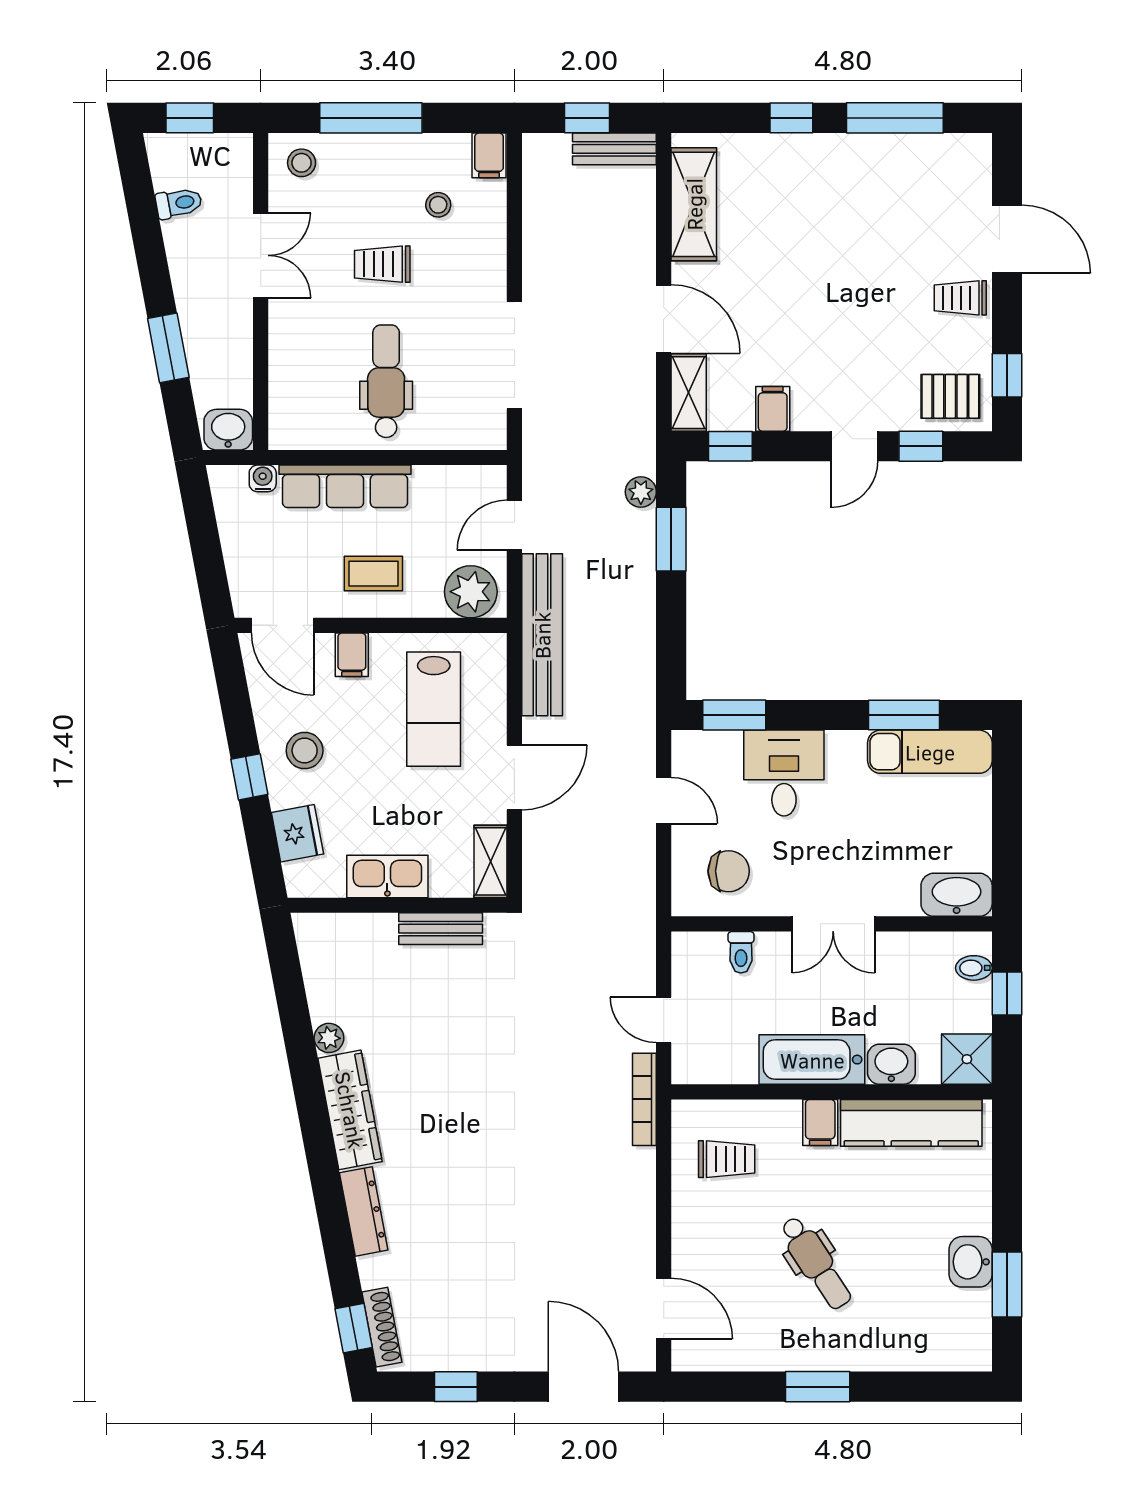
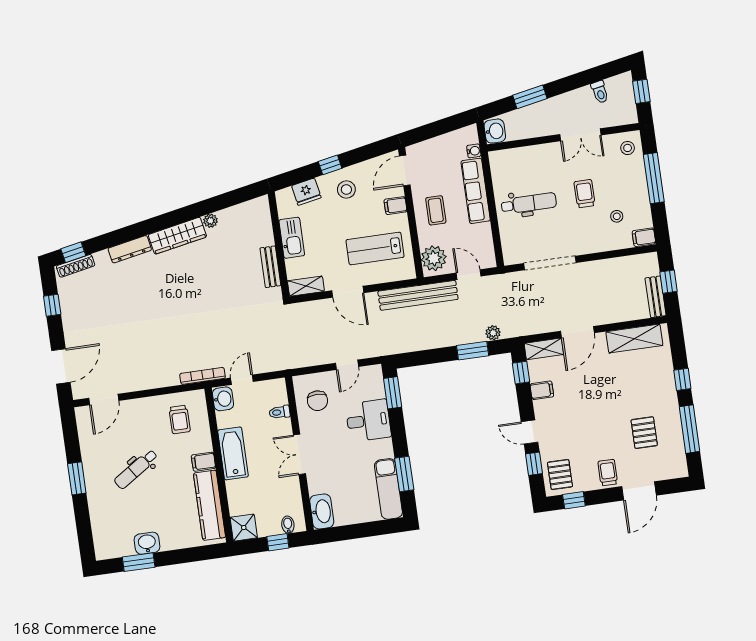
pallet: (889, 212) -> (644, 433), added
washbasin: (891, 1064) -> (223, 399), moved

